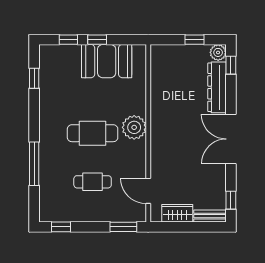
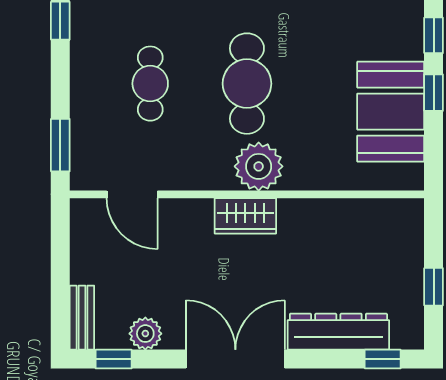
plant: (218, 52) -> (145, 334), moved
door: (148, 191) -> (132, 194), swing flipped
wardrobe: (177, 213) -> (245, 216), moved, turned 90

